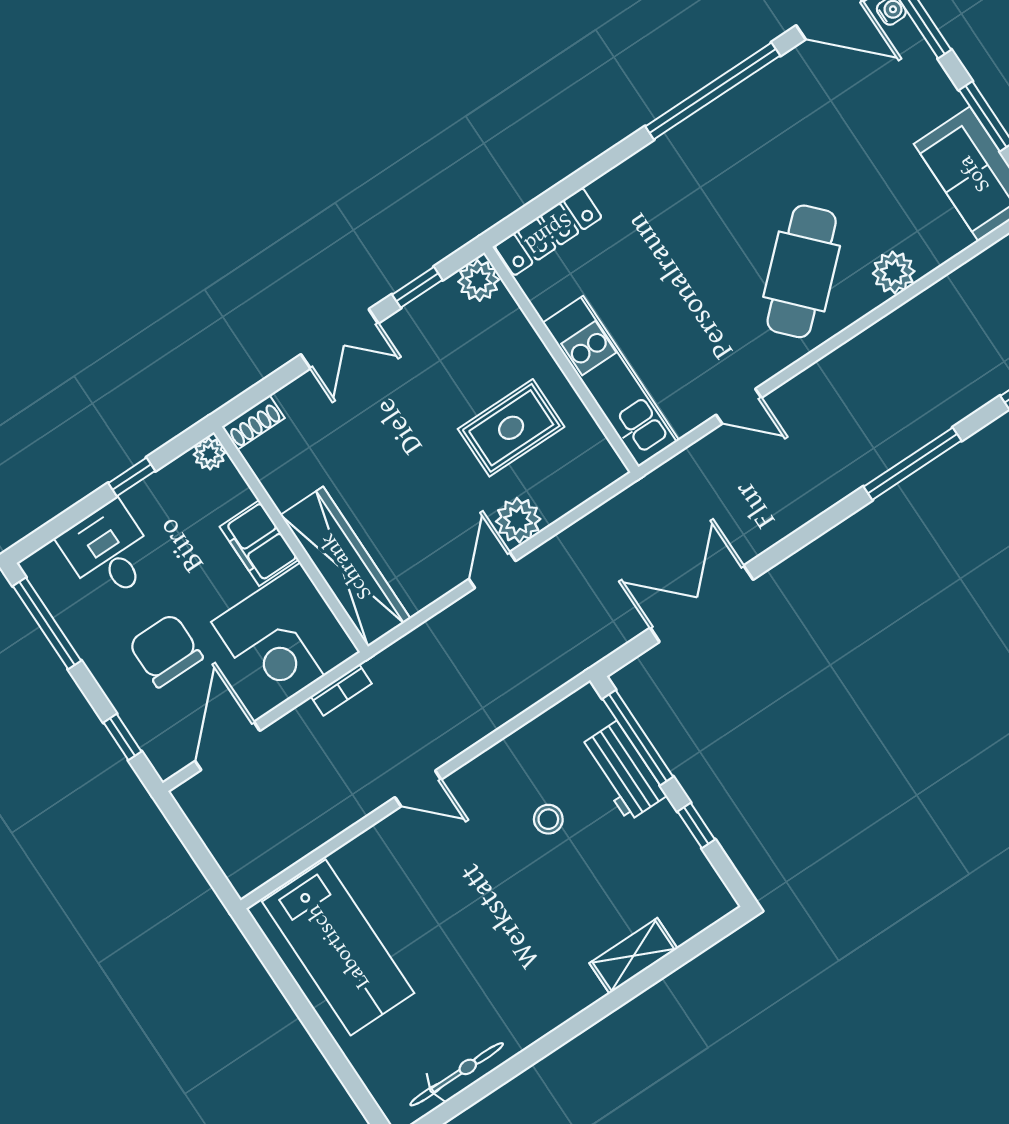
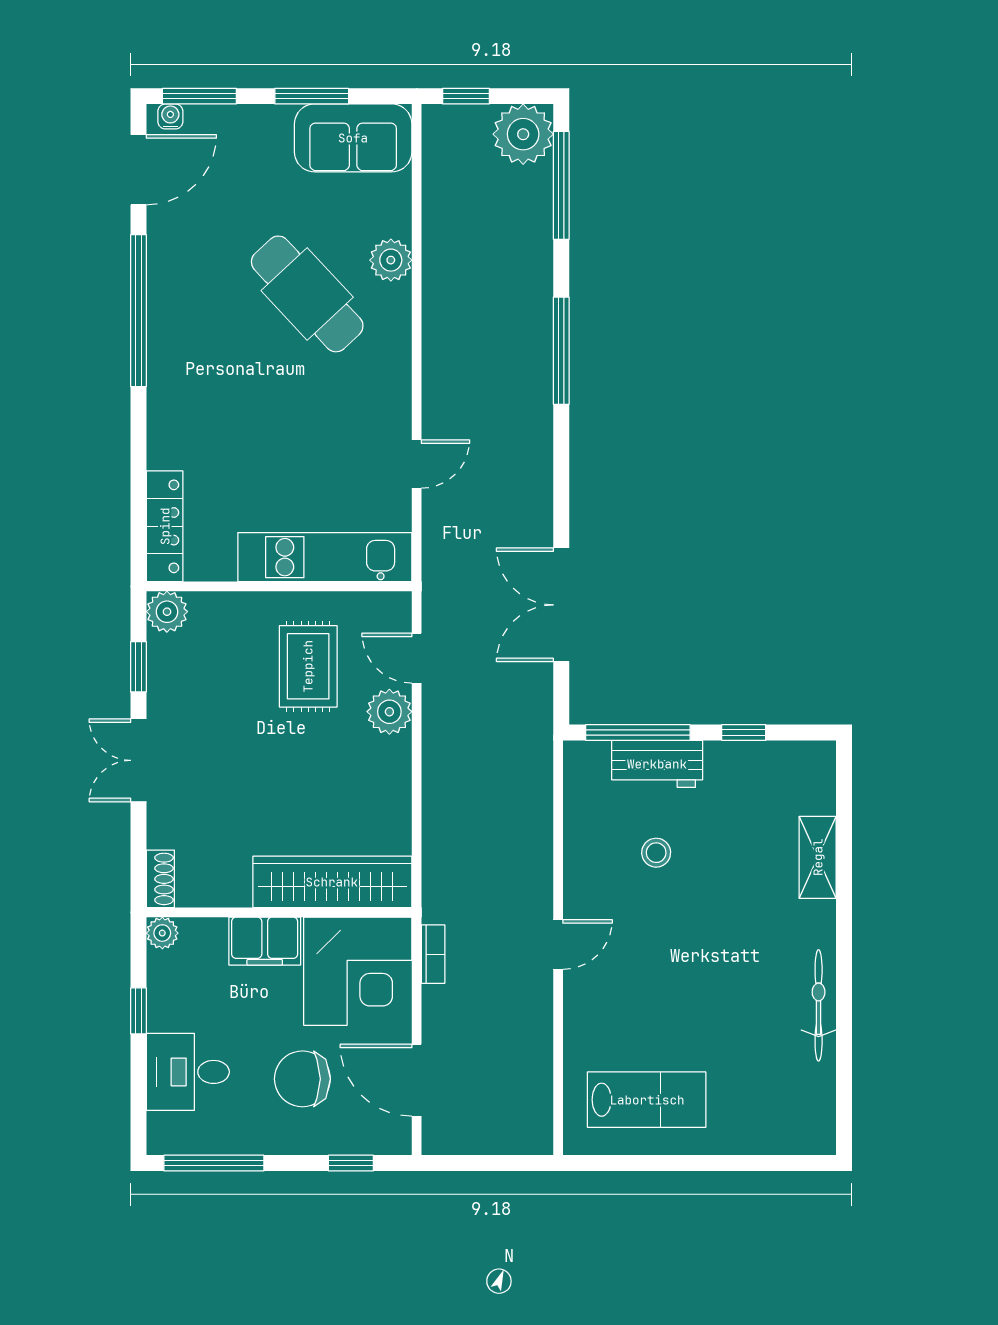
cafe table: (802, 271) -> (307, 294), moved
double door: (340, 339) -> (139, 760), swing flipped
door: (492, 570) -> (417, 658), moved
lab bench: (338, 947) -> (647, 1100), width x0.73, depth x0.72
bicycle: (457, 1074) -> (819, 1005), moved

